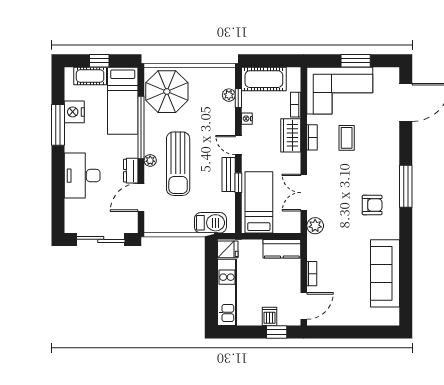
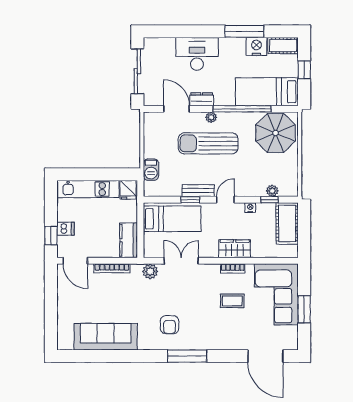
cot: (90, 76) -> (283, 46), moved, turned 90
bookcase: (296, 105) -> (263, 253), removed
barbecue: (210, 223) -> (151, 170), width x0.73, depth x0.79
bookcase: (312, 274) -> (112, 268), width x1.56

